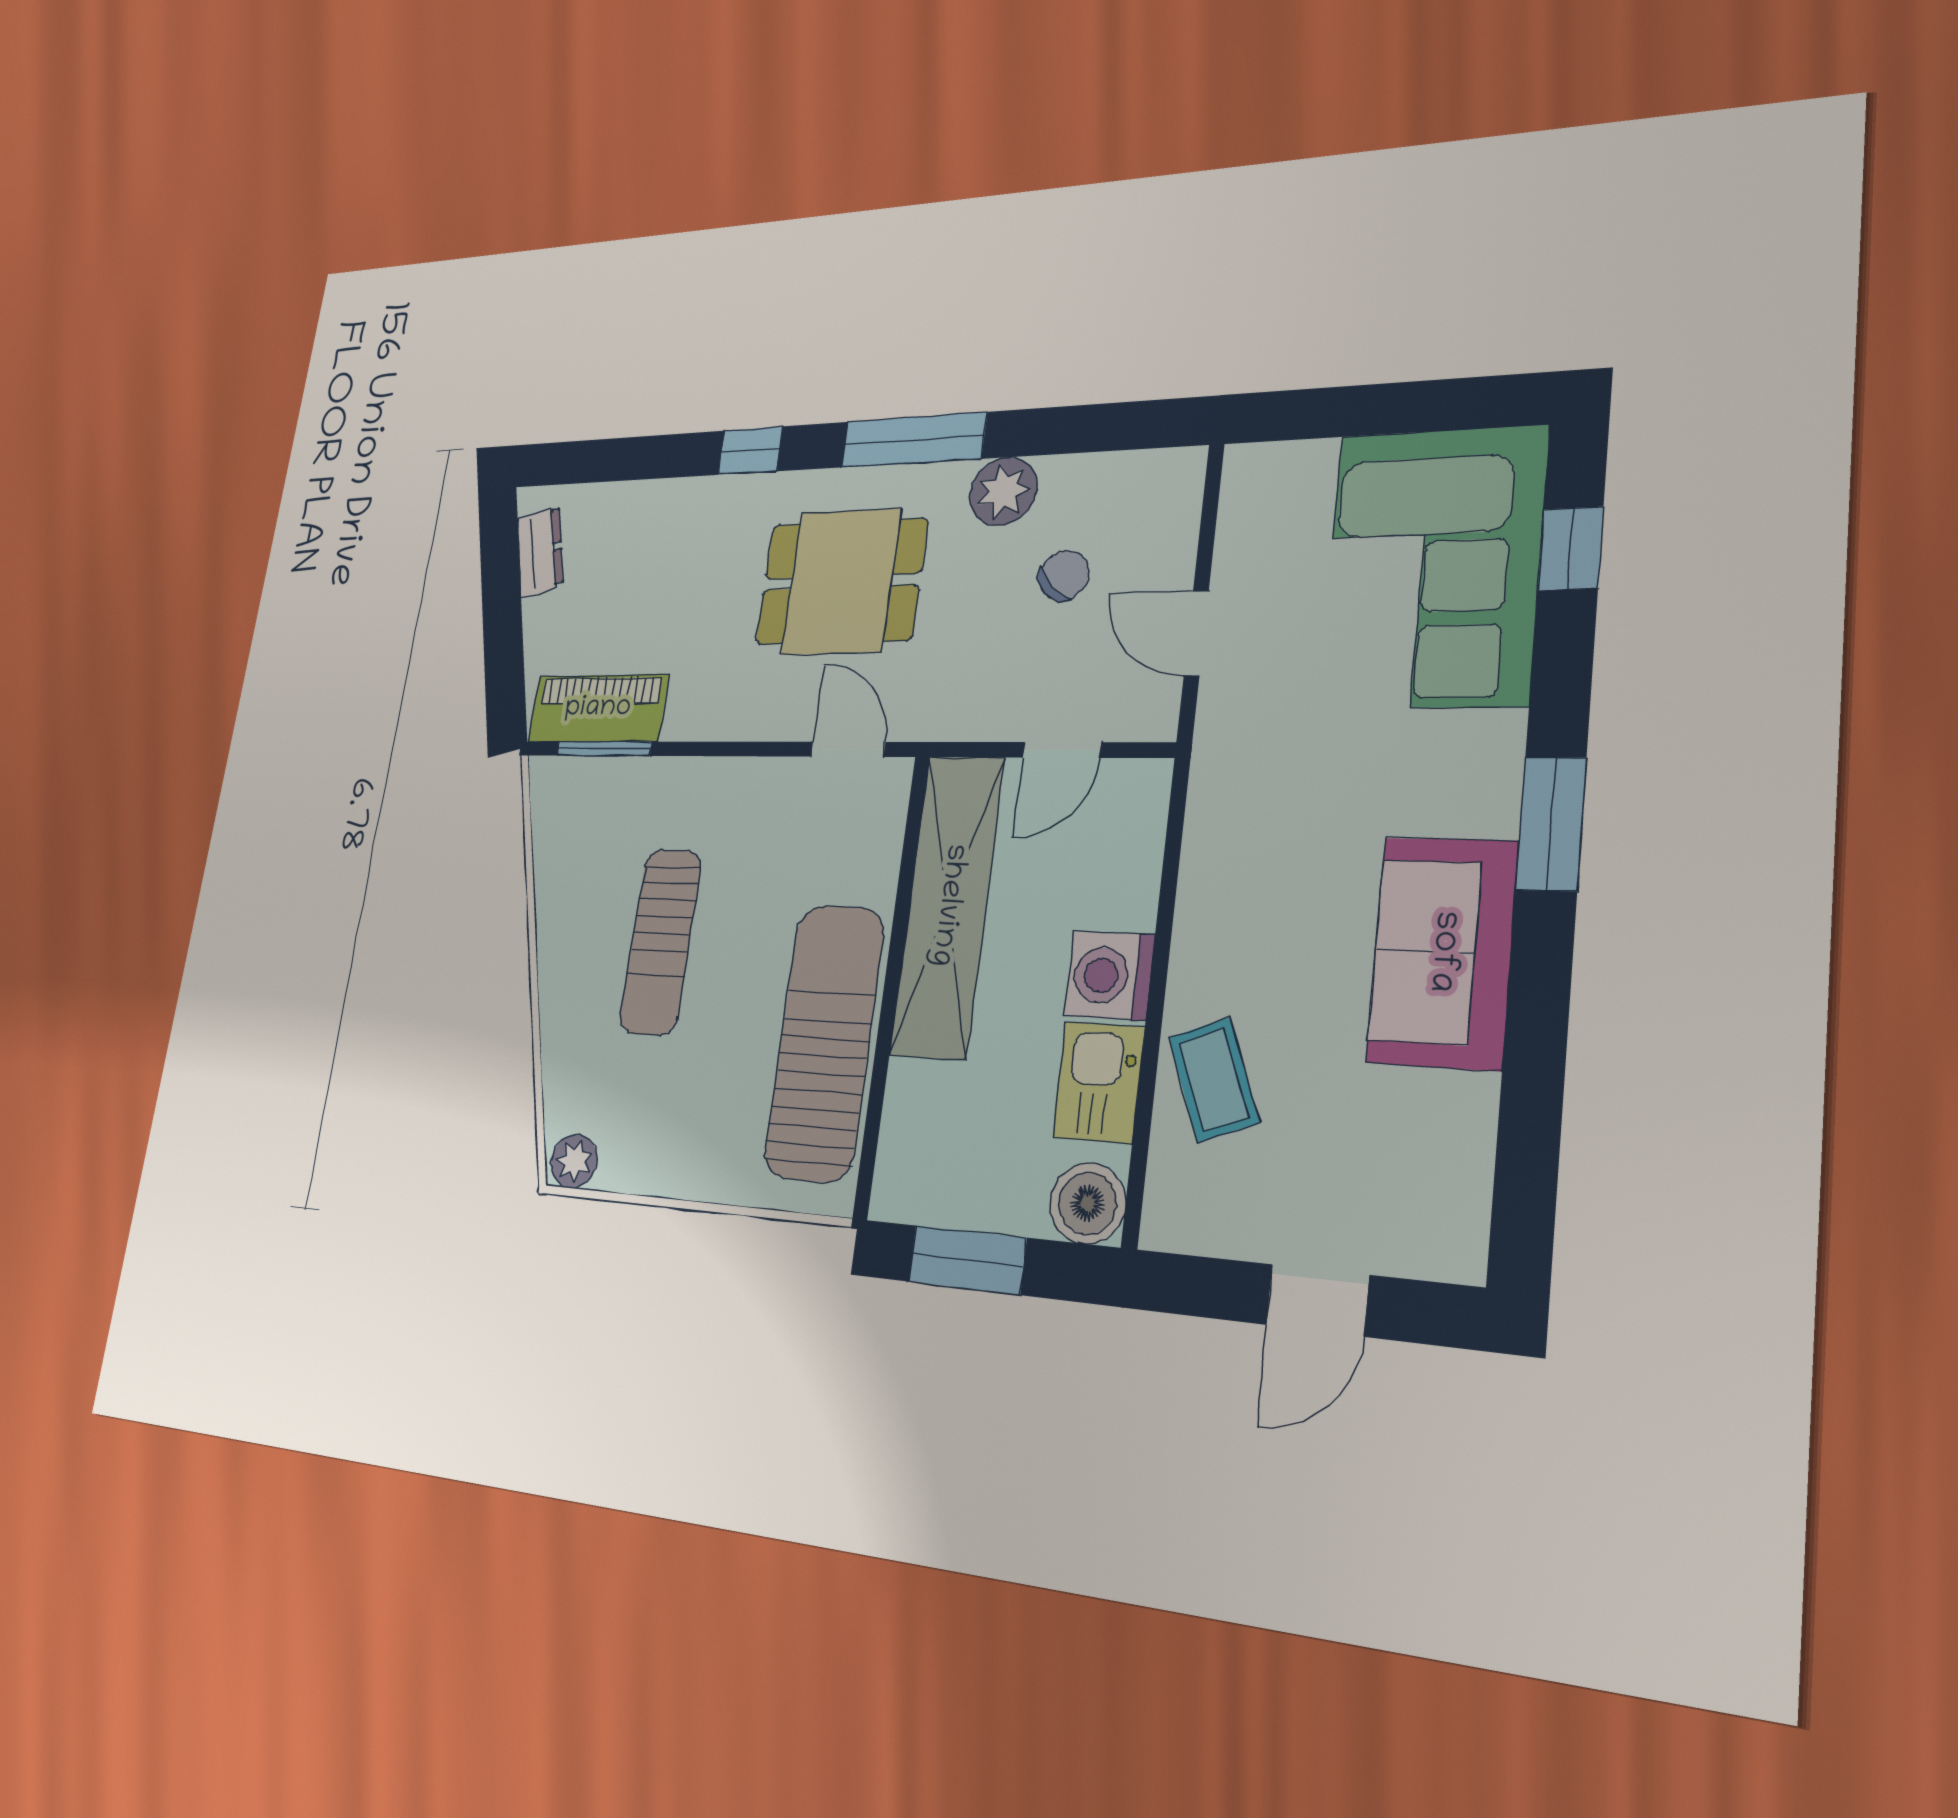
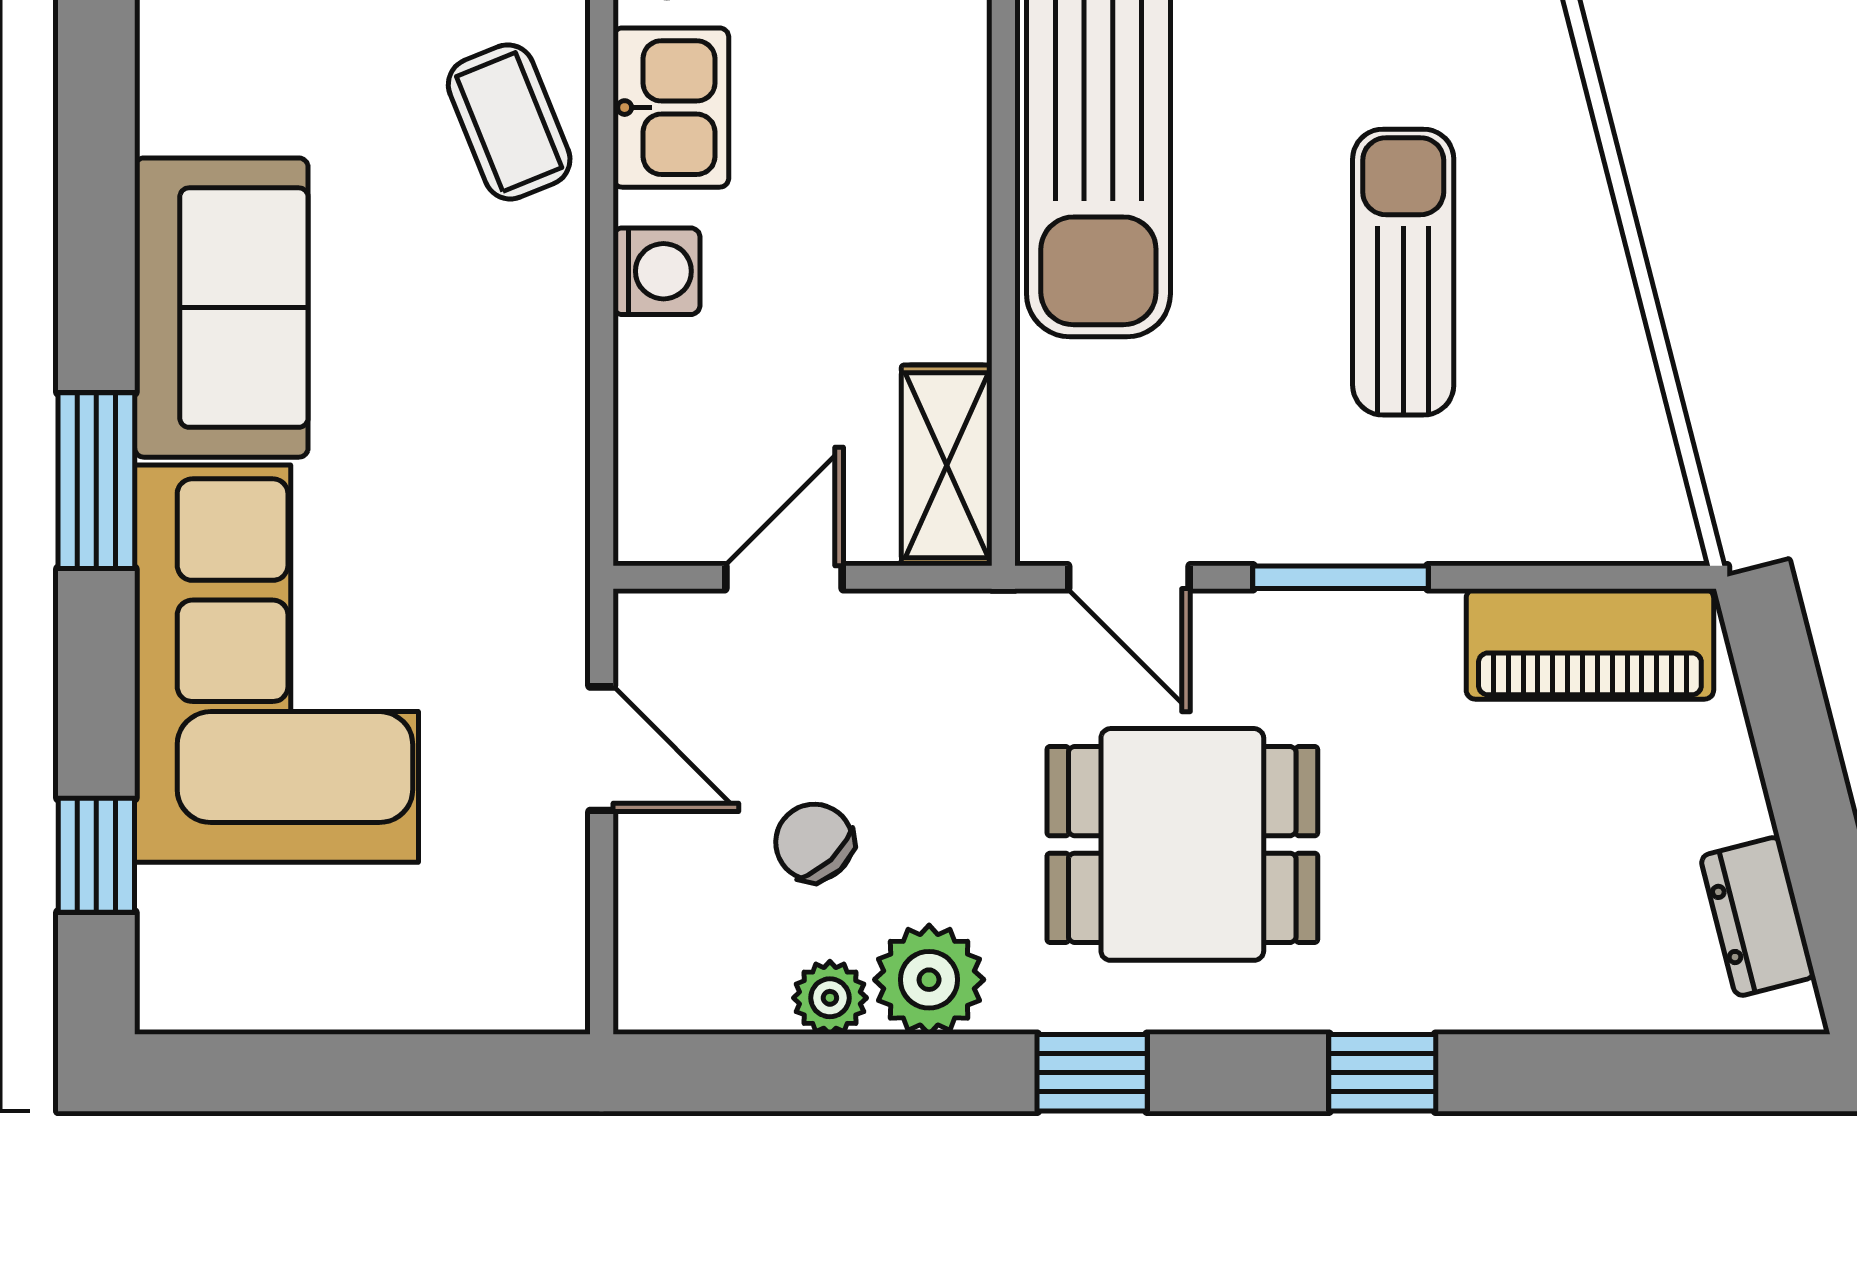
window: (914, 440) -> (1092, 1073), width x0.46
plant: (1066, 477) -> (830, 998), added
corner sofa: (1432, 567) -> (277, 664), moved
chair: (1064, 575) -> (814, 842), turned 92
window: (604, 749) -> (1340, 577), moved
shelving: (947, 905) -> (947, 465), width x0.45, depth x0.75
washing machine: (1109, 976) -> (656, 271), width x0.73, depth x0.73

